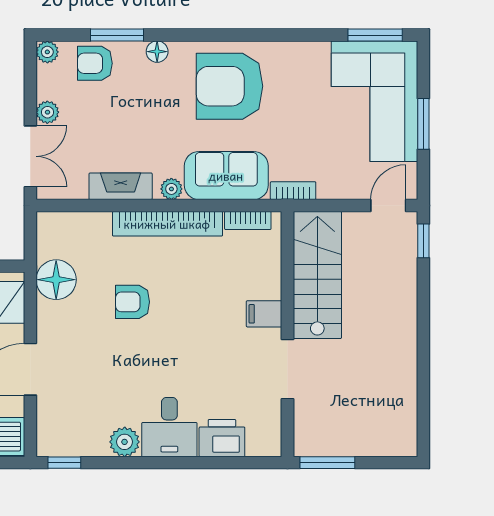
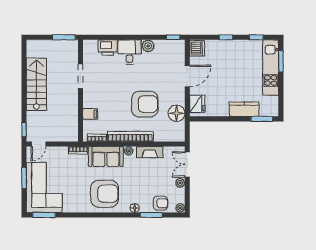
stairs: (317, 275) -> (36, 84), moved, turned 180
armchair: (132, 302) -> (145, 104), width x1.88, depth x1.88
filing cabinet: (264, 314) -> (90, 114), moved

